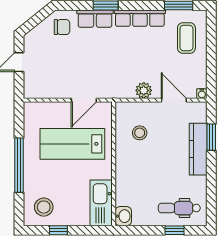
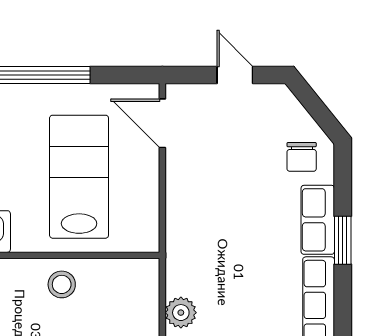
door: (84, 100) -> (162, 123), moved
stool: (140, 133) -> (62, 284), moved

